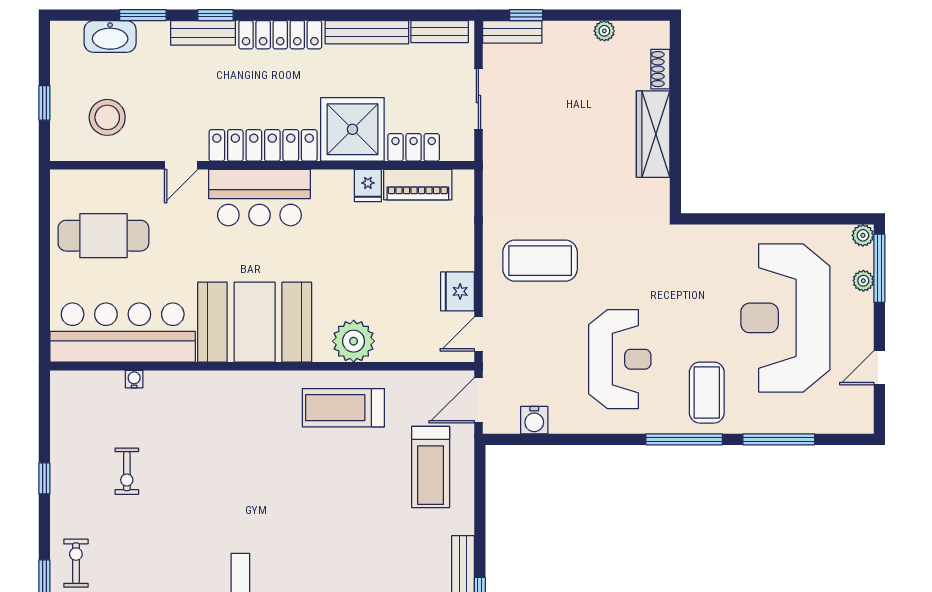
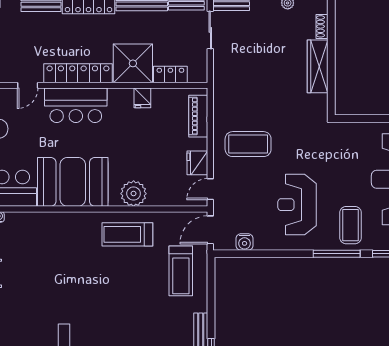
sliding door: (478, 99) -> (210, 30), moved
piano: (418, 185) -> (198, 116), moved, turned 90
reception desk: (620, 359) -> (297, 205), turned 180

